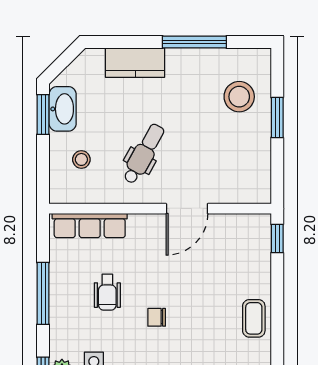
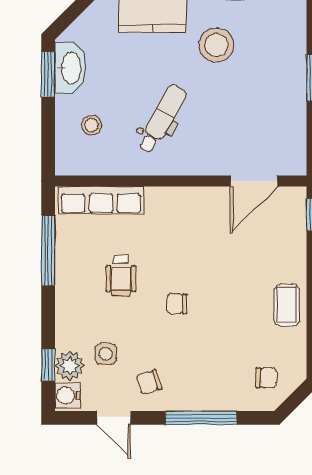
stool: (239, 97) -> (216, 45), moved
door: (187, 209) -> (254, 181), moved
window: (43, 293) -> (48, 251), moved

